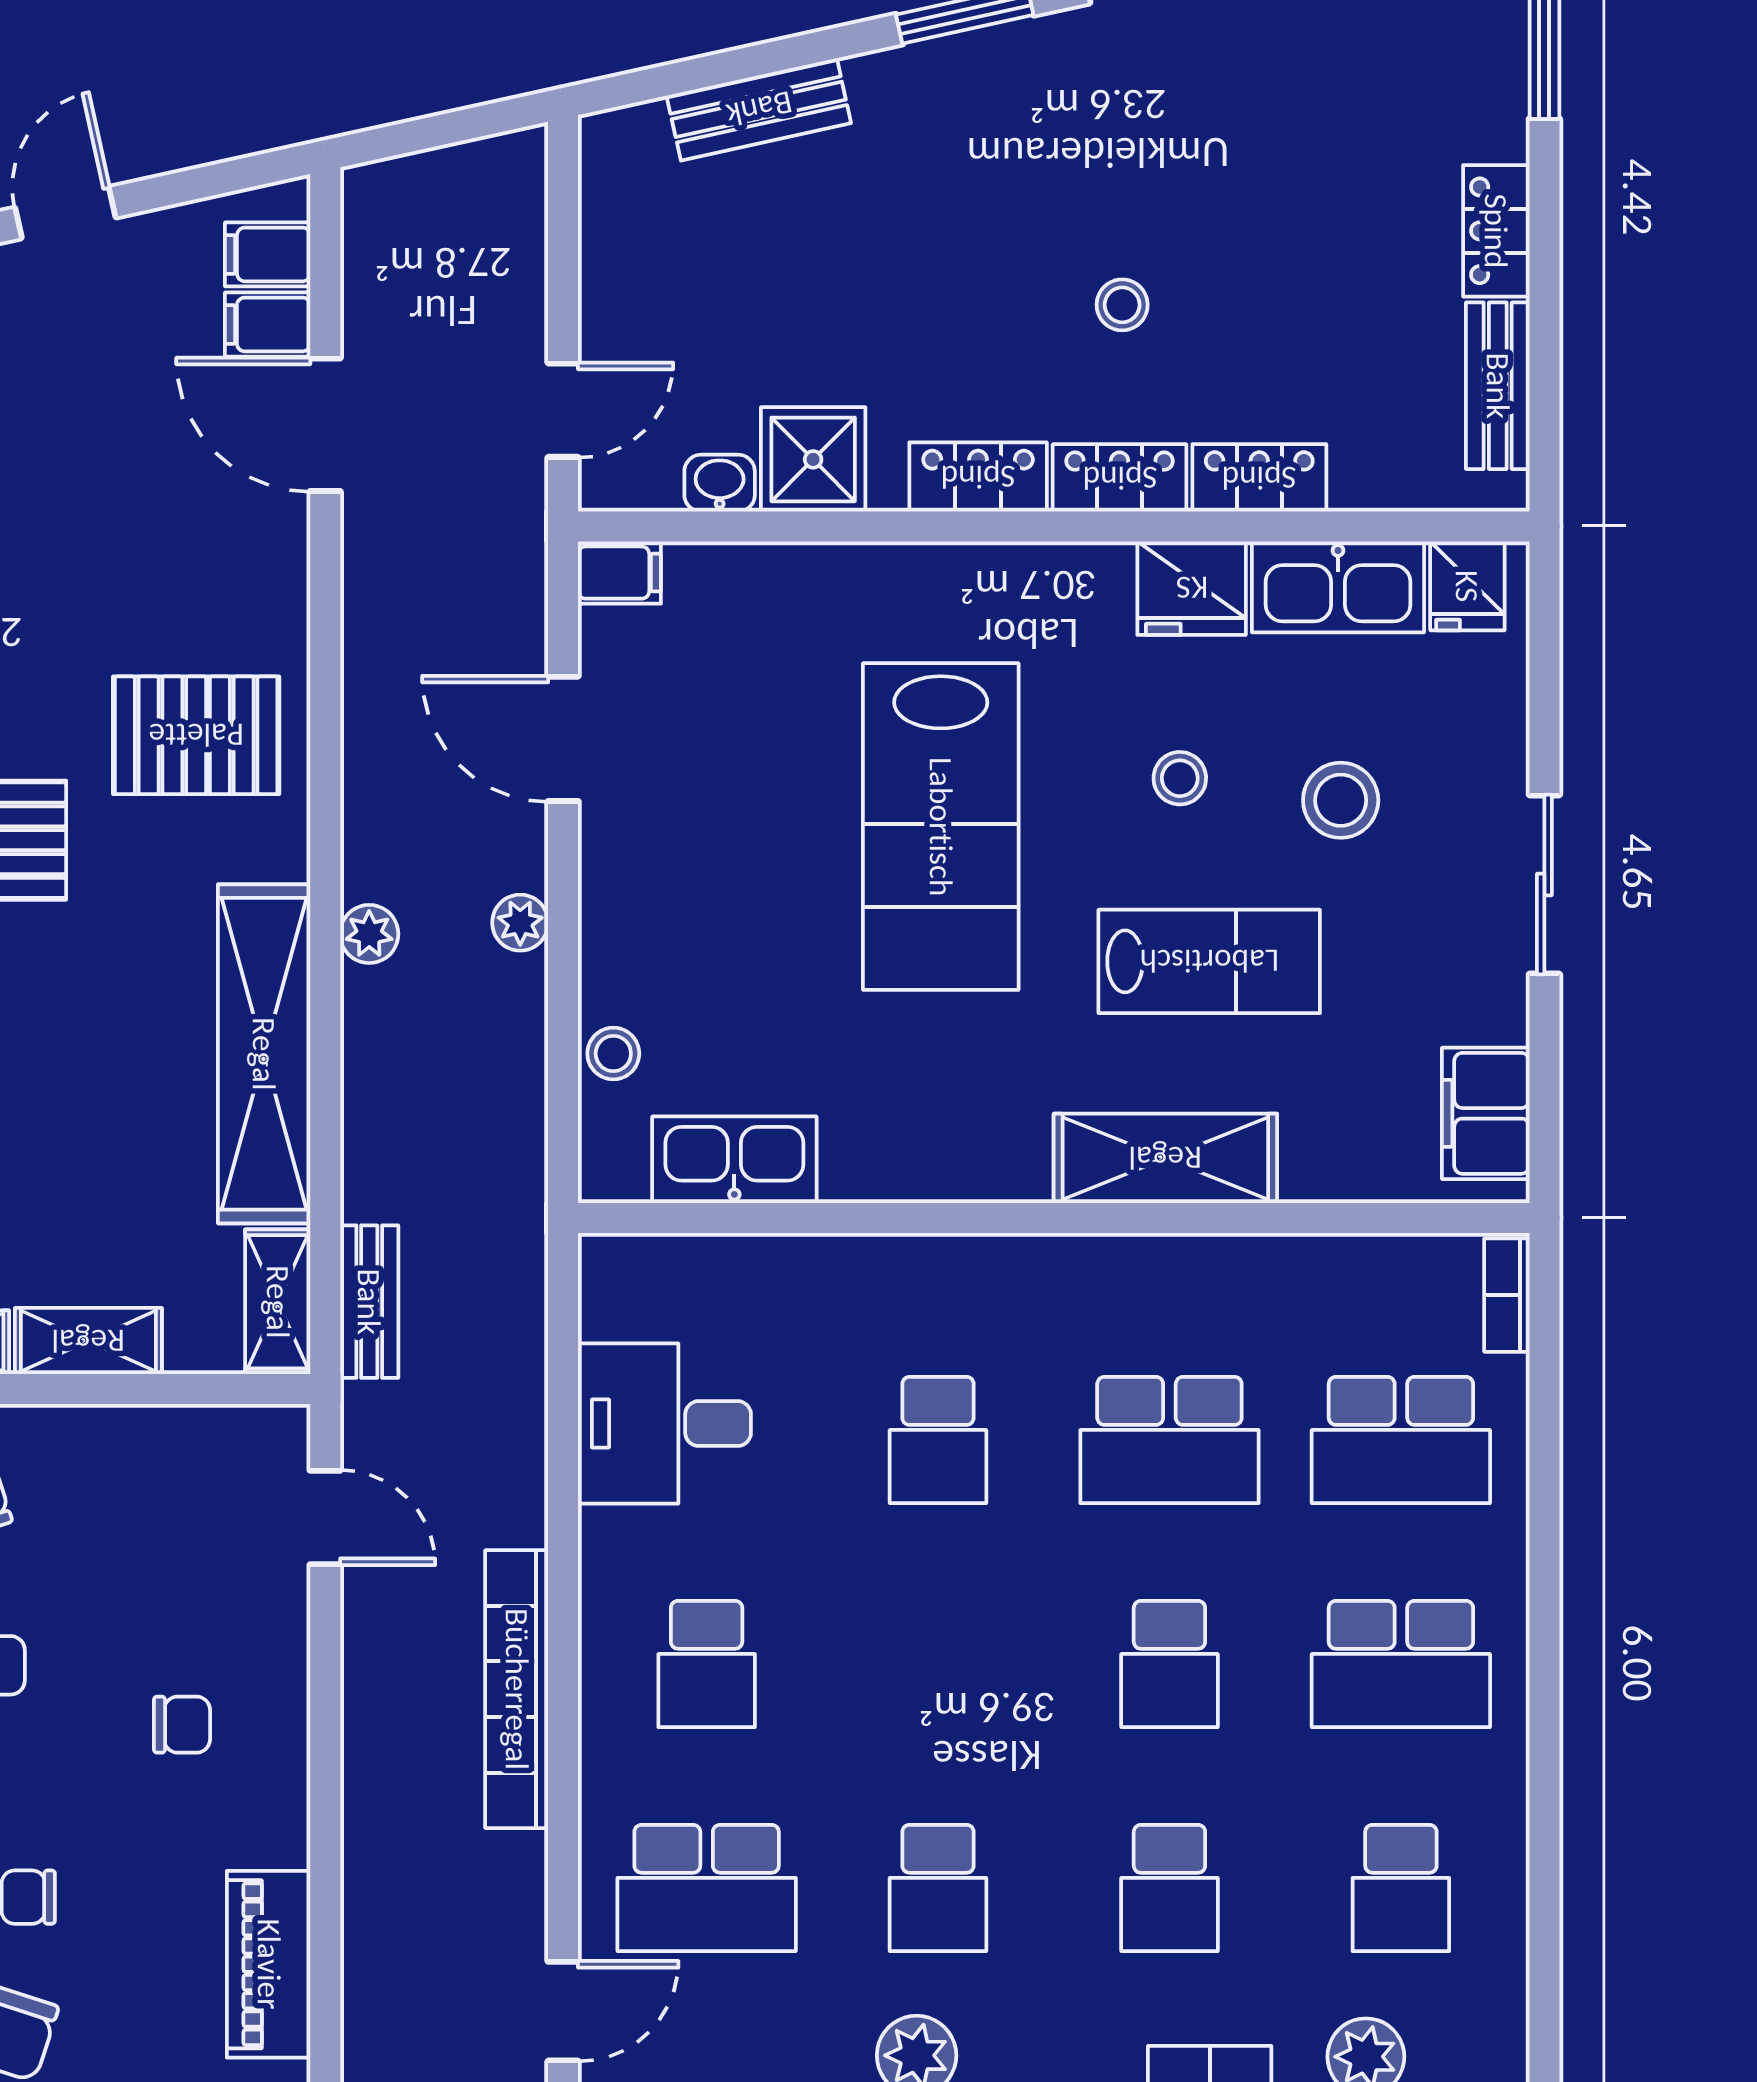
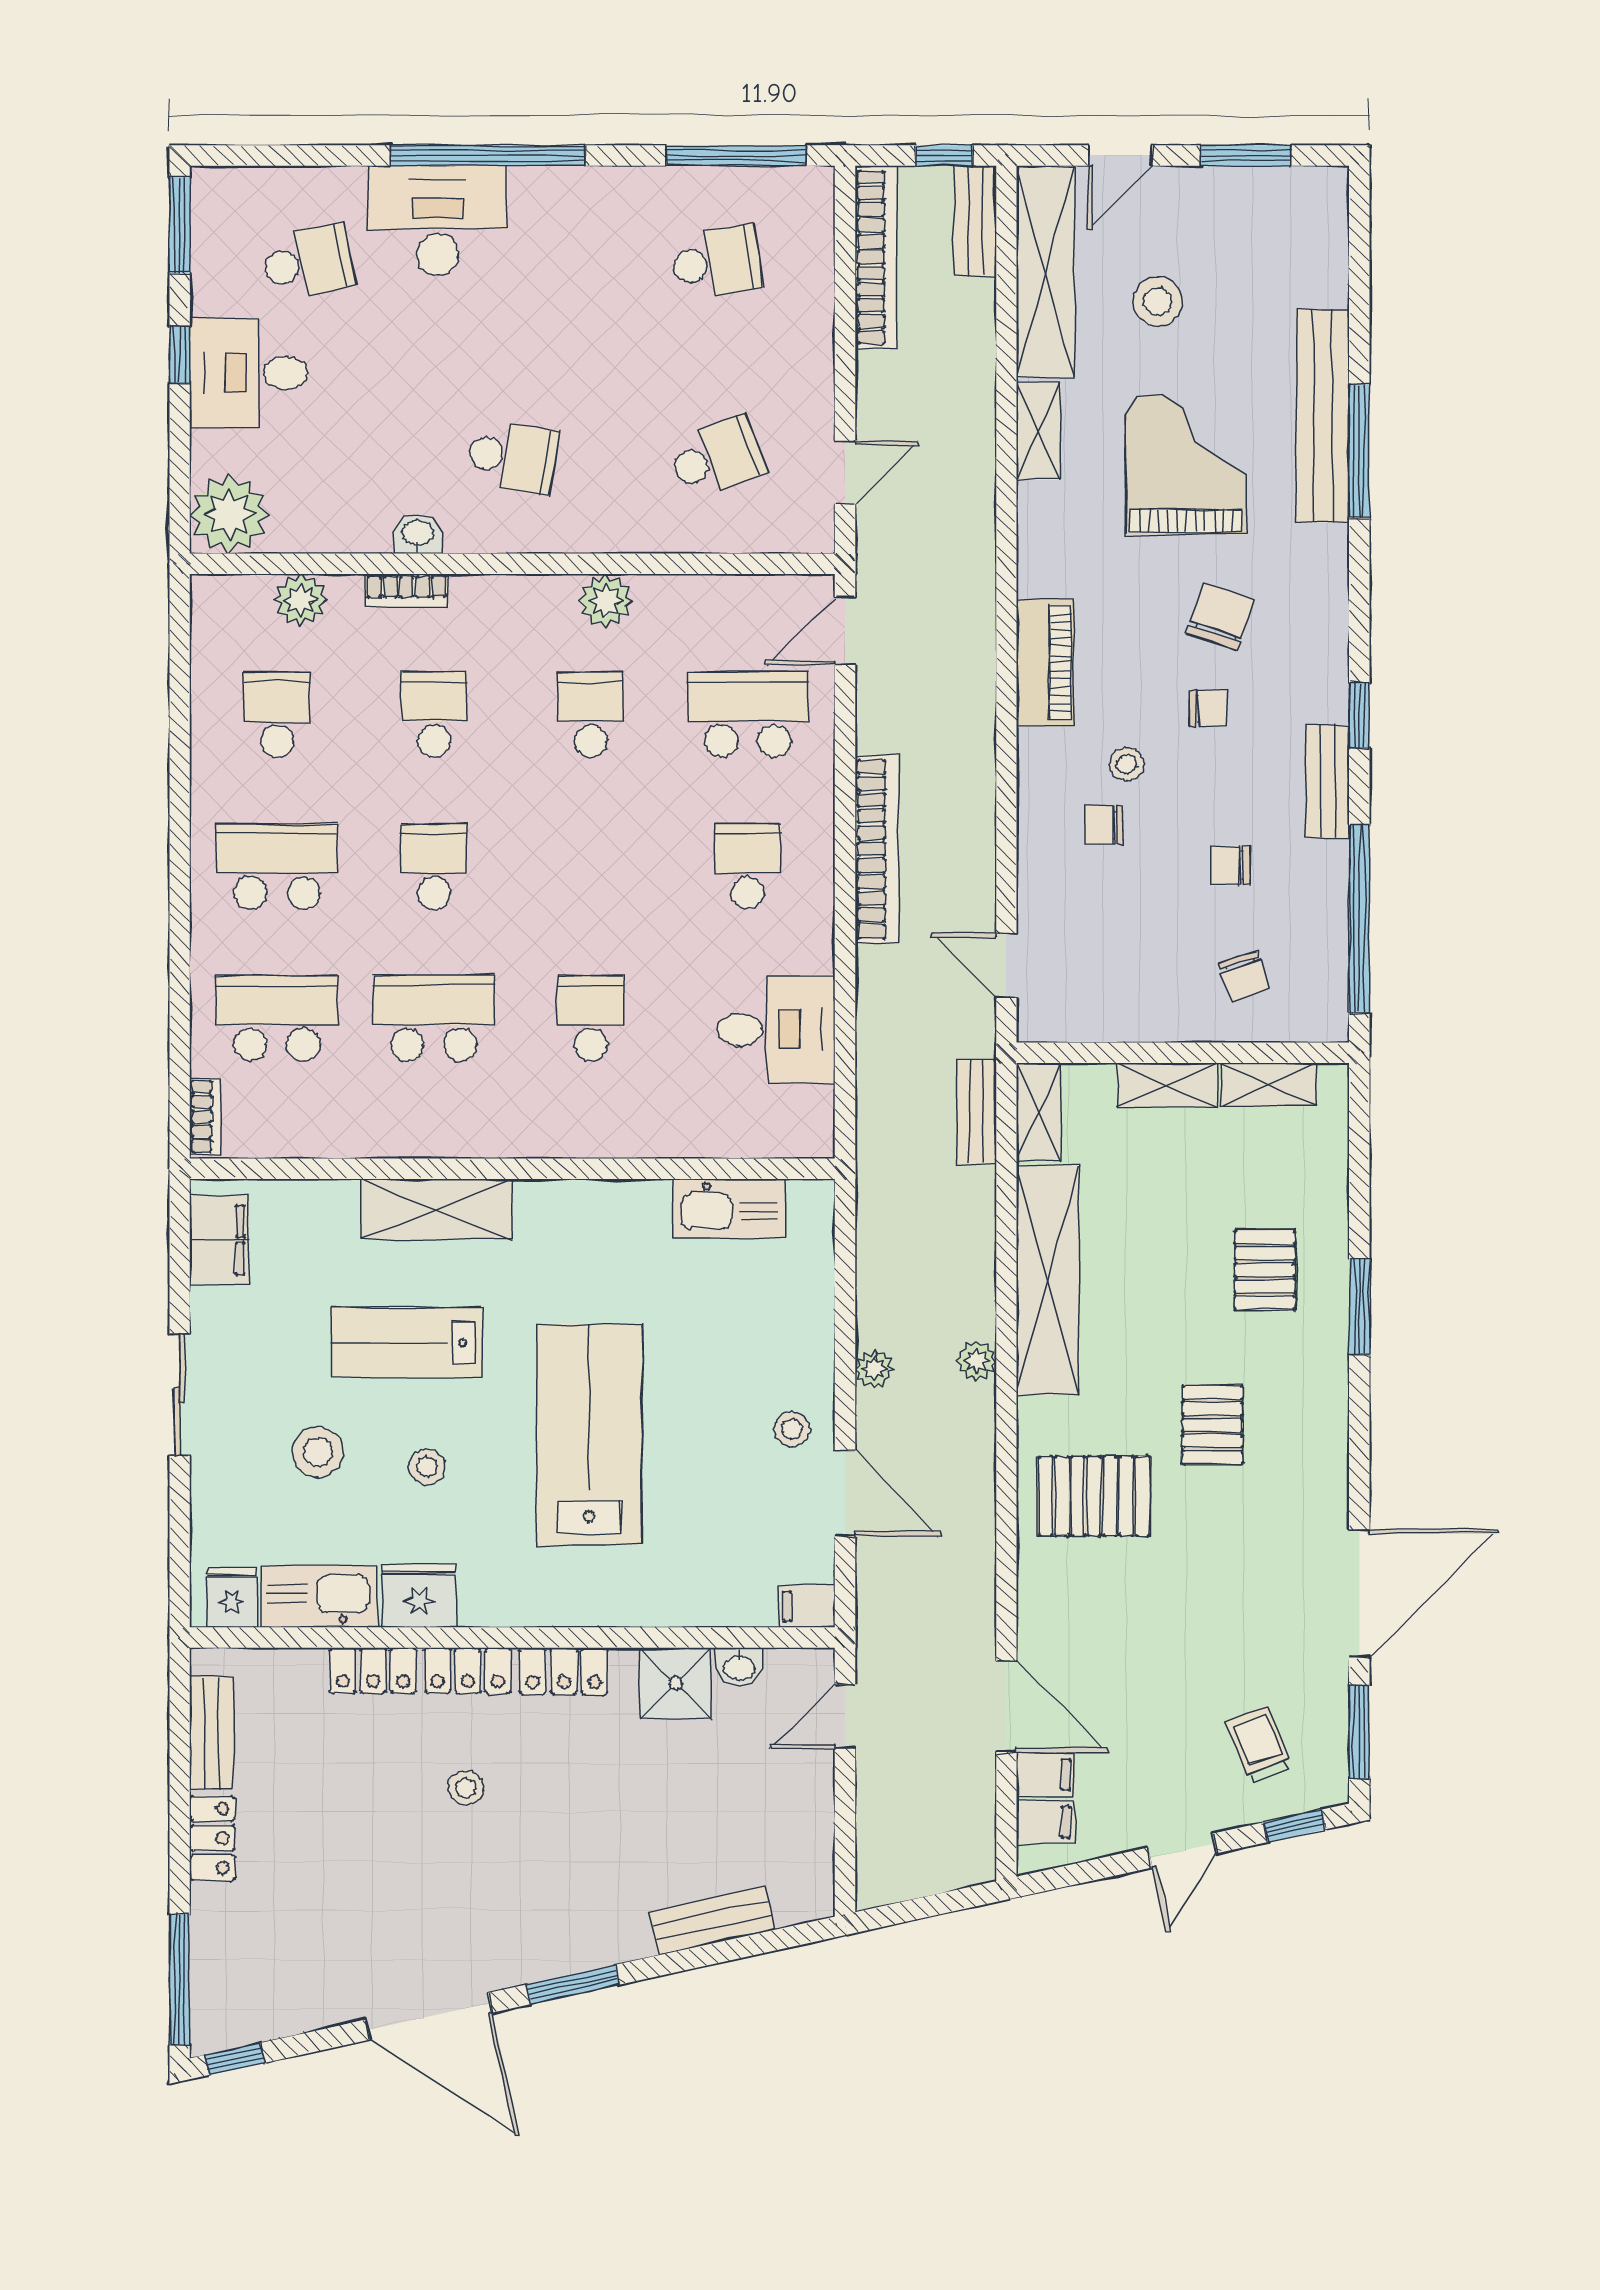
stool: (613, 1053) -> (792, 1429), moved
stool: (148, 1815) -> (1127, 764), added

